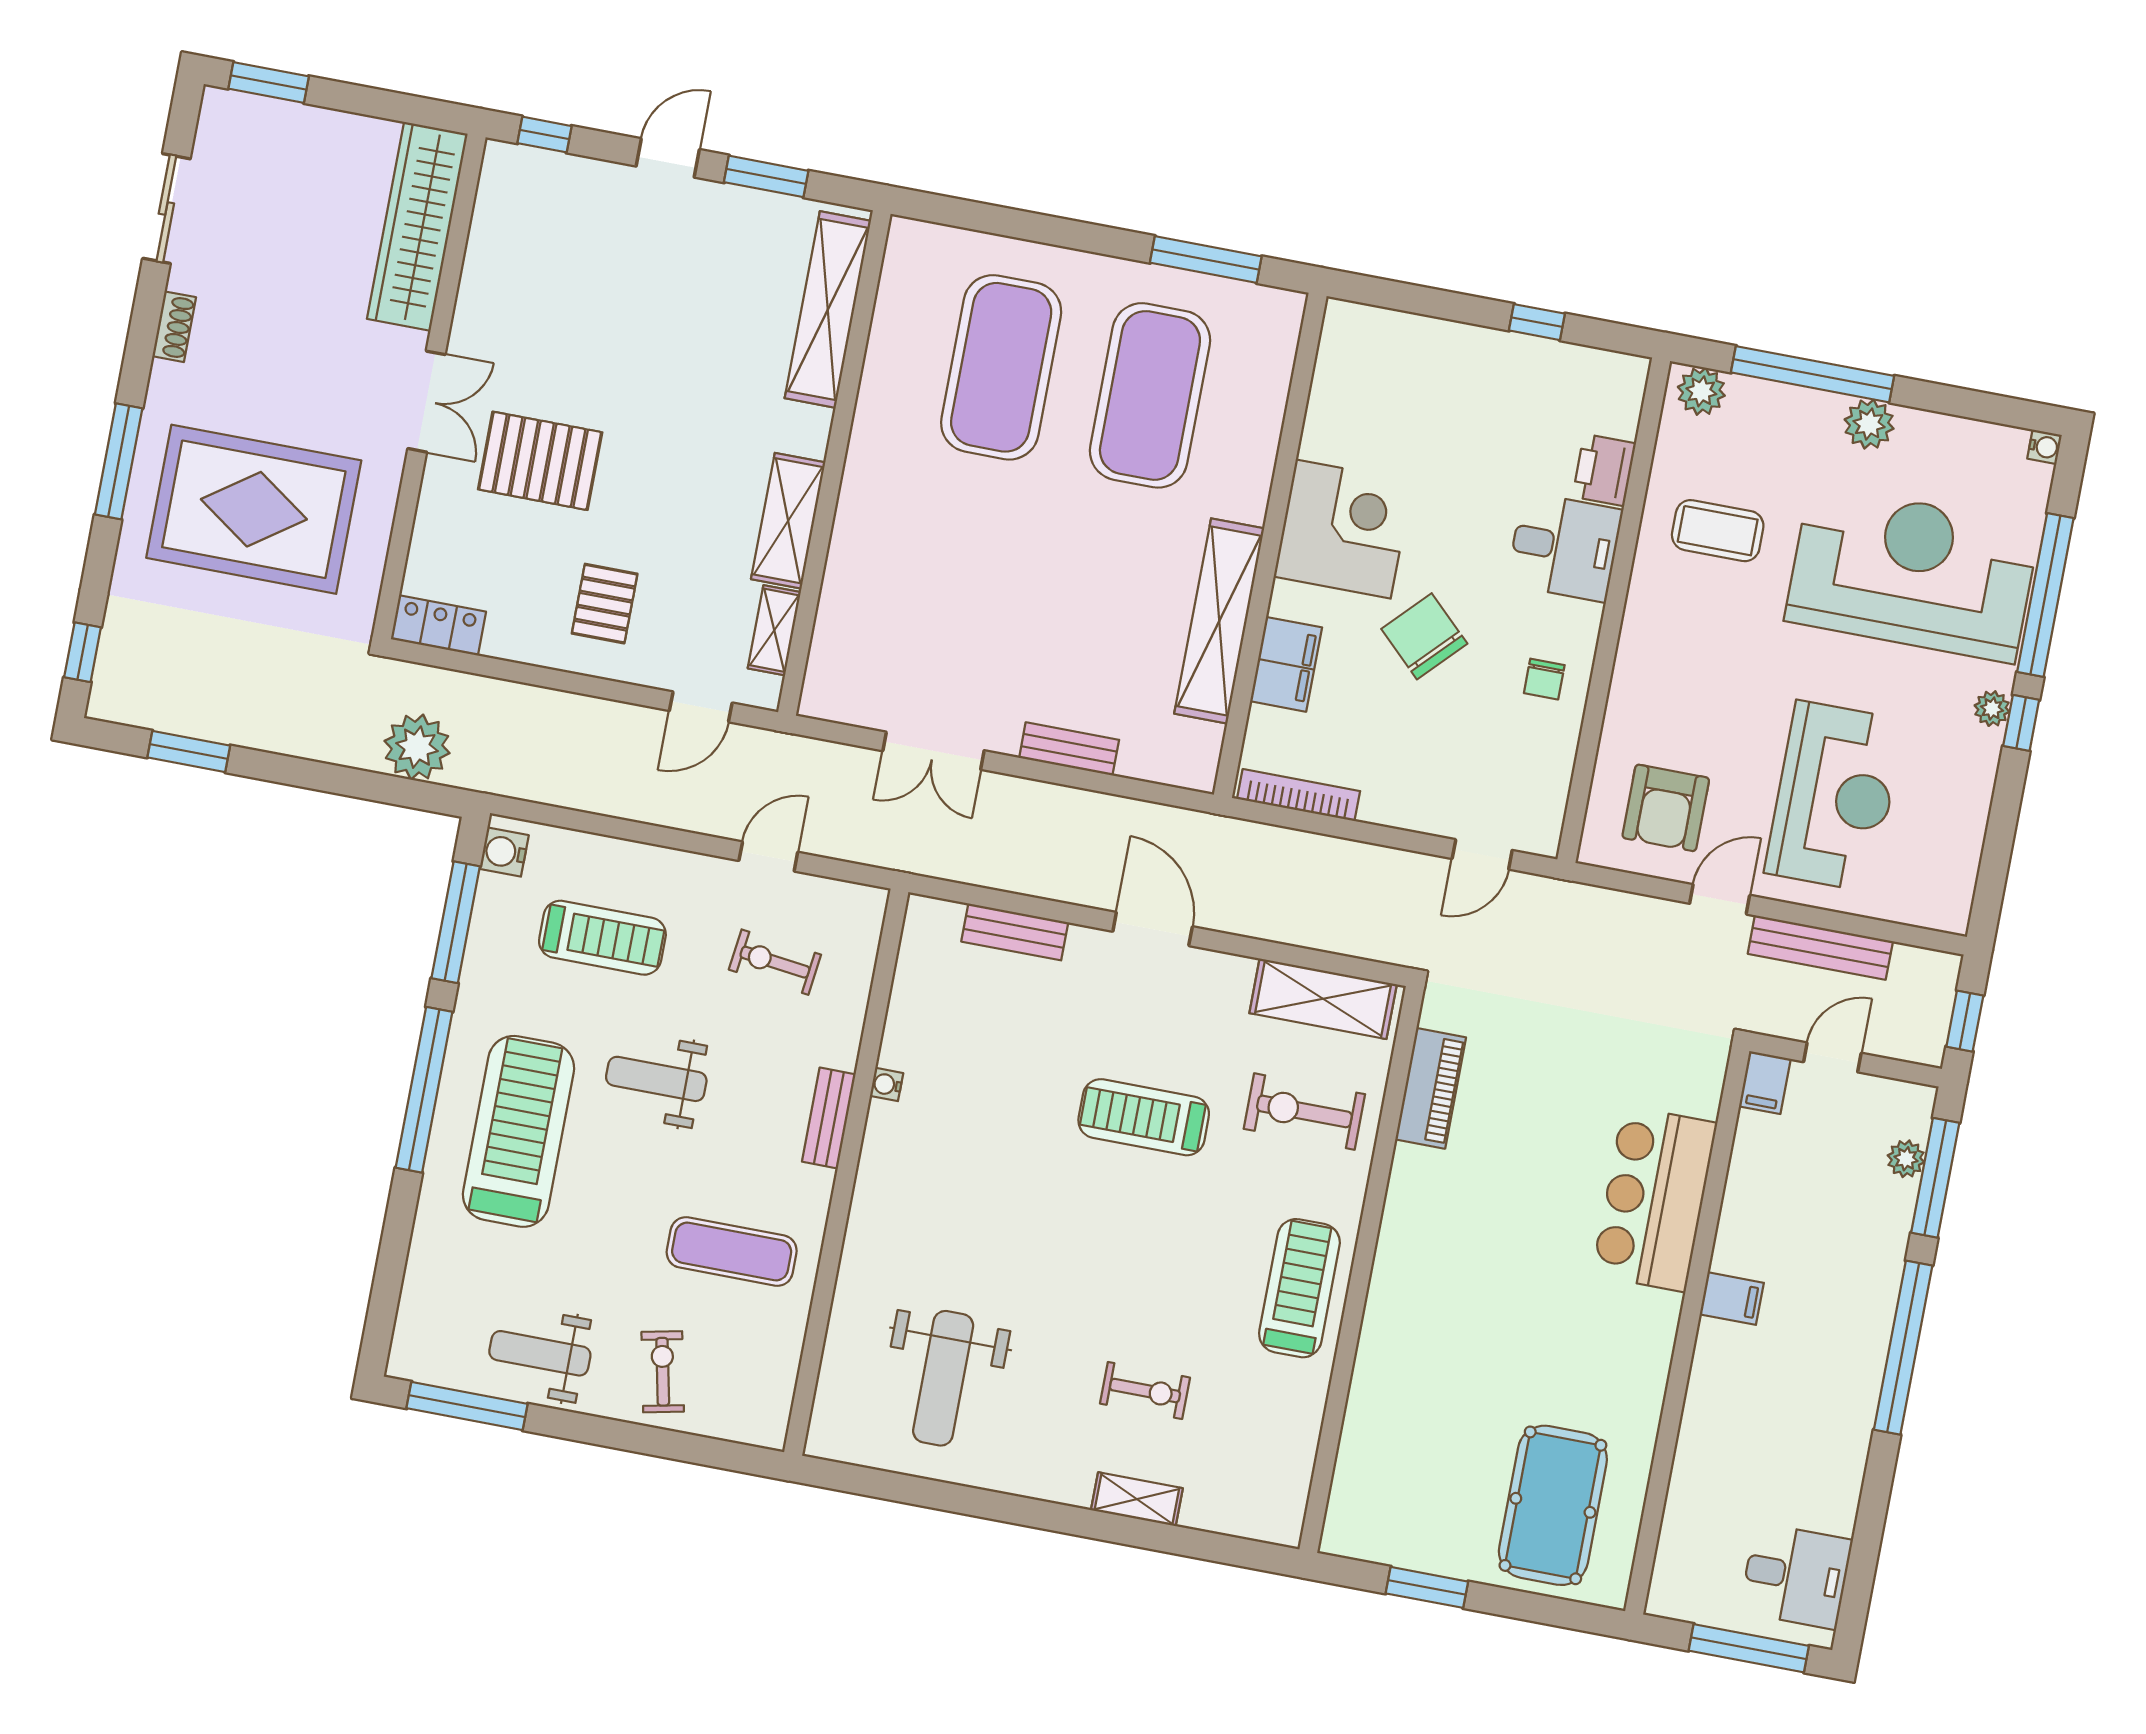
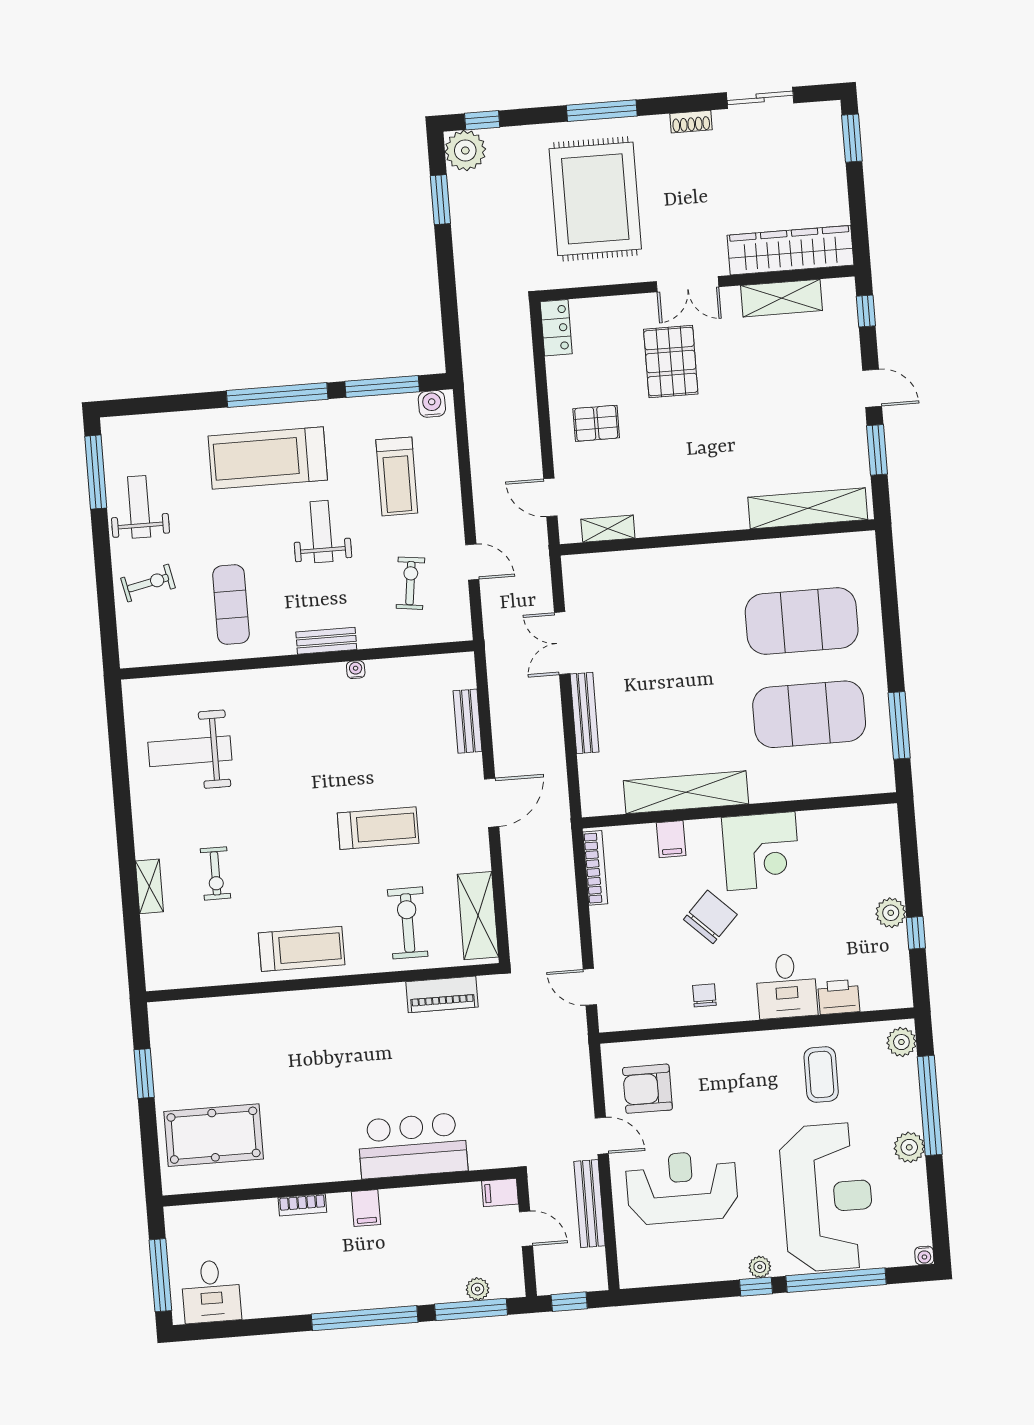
plant: (1495, 353) -> (891, 913), added
shelving: (788, 521) -> (781, 298), moved
filing cabinet: (1286, 664) -> (671, 839), width x0.50
chair: (1544, 679) -> (704, 995), turned 90
plant: (417, 747) -> (465, 150), moved
bench: (1069, 749) -> (585, 713), width x1.36
reception desk: (1834, 796) -> (682, 1187), turned 180
treadmill: (1144, 1117) -> (378, 828), turned 90
treadmill: (518, 1131) -> (268, 458), turned 180
bookcase: (1700, 1396) -> (302, 1205), added

